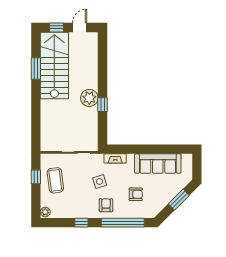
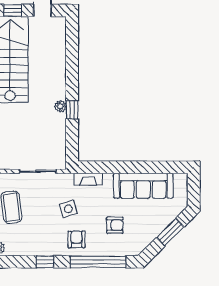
plant: (89, 98) -> (60, 106), width x0.53, depth x0.53

